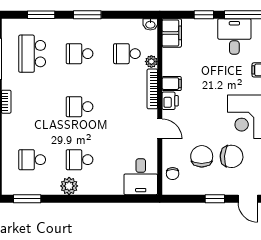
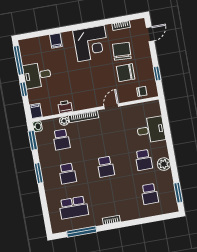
window: (41, 15) -> (33, 140), moved
filing cabinet: (172, 33) -> (36, 111), width x0.50
desk: (234, 36) -> (37, 75), moved
filing cabinet: (172, 84) -> (77, 104), removed
printer: (170, 101) -> (65, 107), moved
desk: (141, 177) -> (151, 130), moved
window: (215, 199) -> (157, 74), moved

